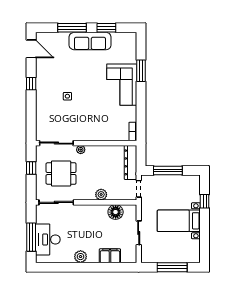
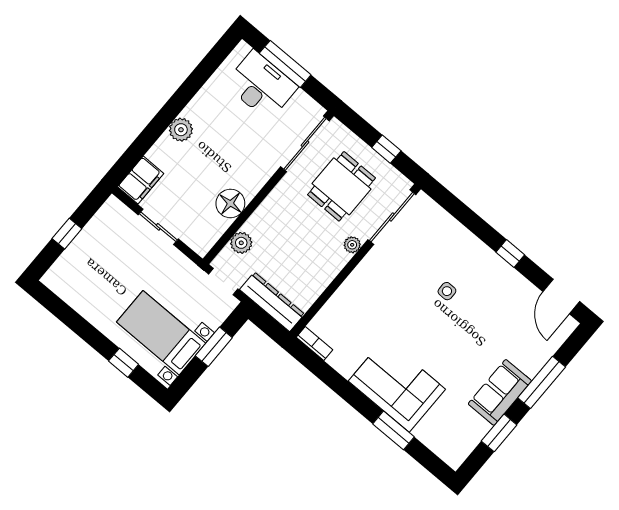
sofa: (90, 41) -> (500, 392), width x0.73
door: (31, 49) -> (561, 296), hinge flipped
window: (168, 171) -> (214, 347), width x0.69
plant: (101, 195) -> (241, 243), moved
floor lamp: (116, 212) -> (230, 203), moved
bed with nightstands: (179, 221) -> (161, 333), moved, turned -90
filing cabinet: (110, 256) -> (141, 180), moved
plant: (81, 257) -> (181, 130), moved
window: (172, 267) -> (67, 234), width x0.46

